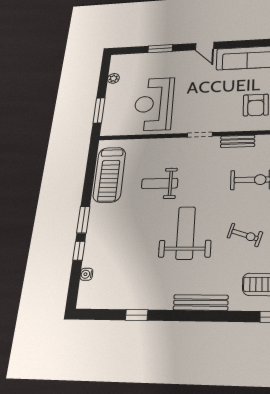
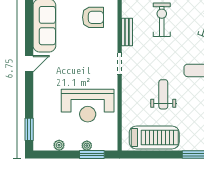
window: (160, 49) -> (29, 129), moved
plant: (109, 105) -> (87, 146), added
weight bench: (160, 183) -> (163, 94), turned 180

